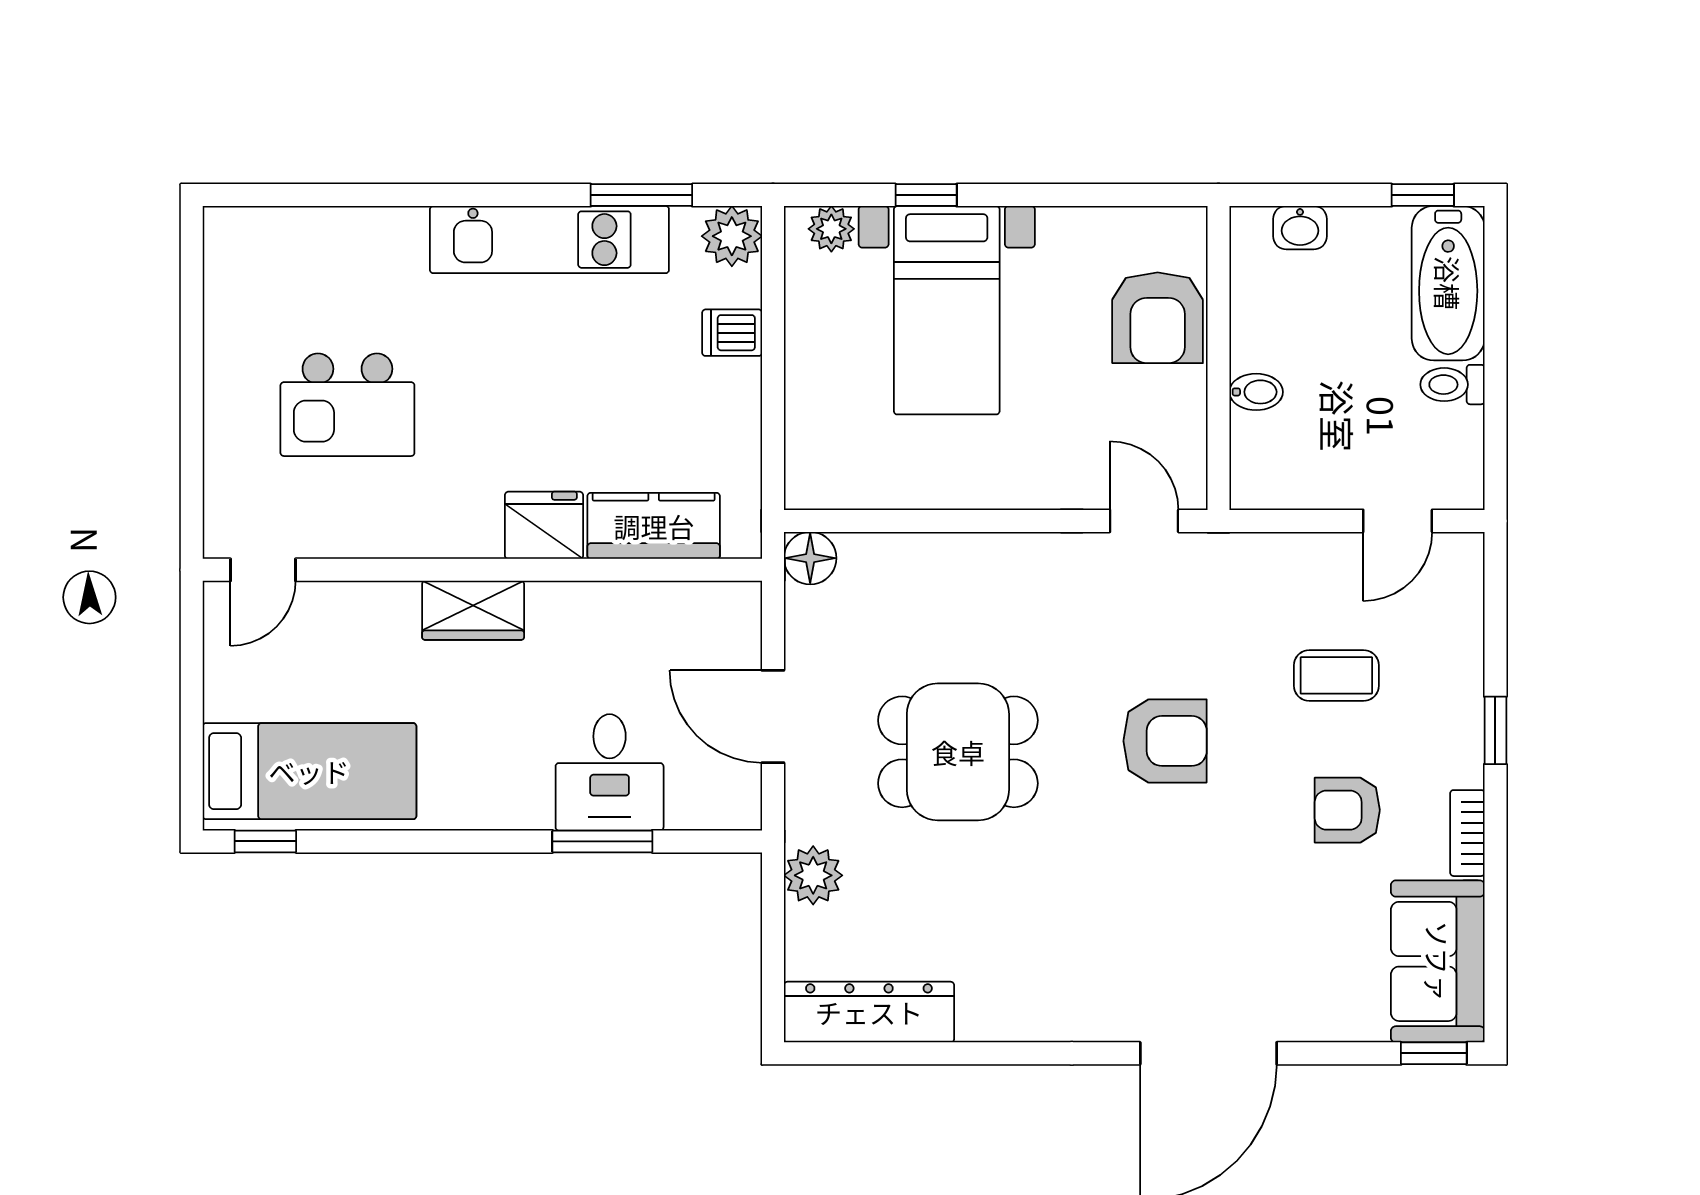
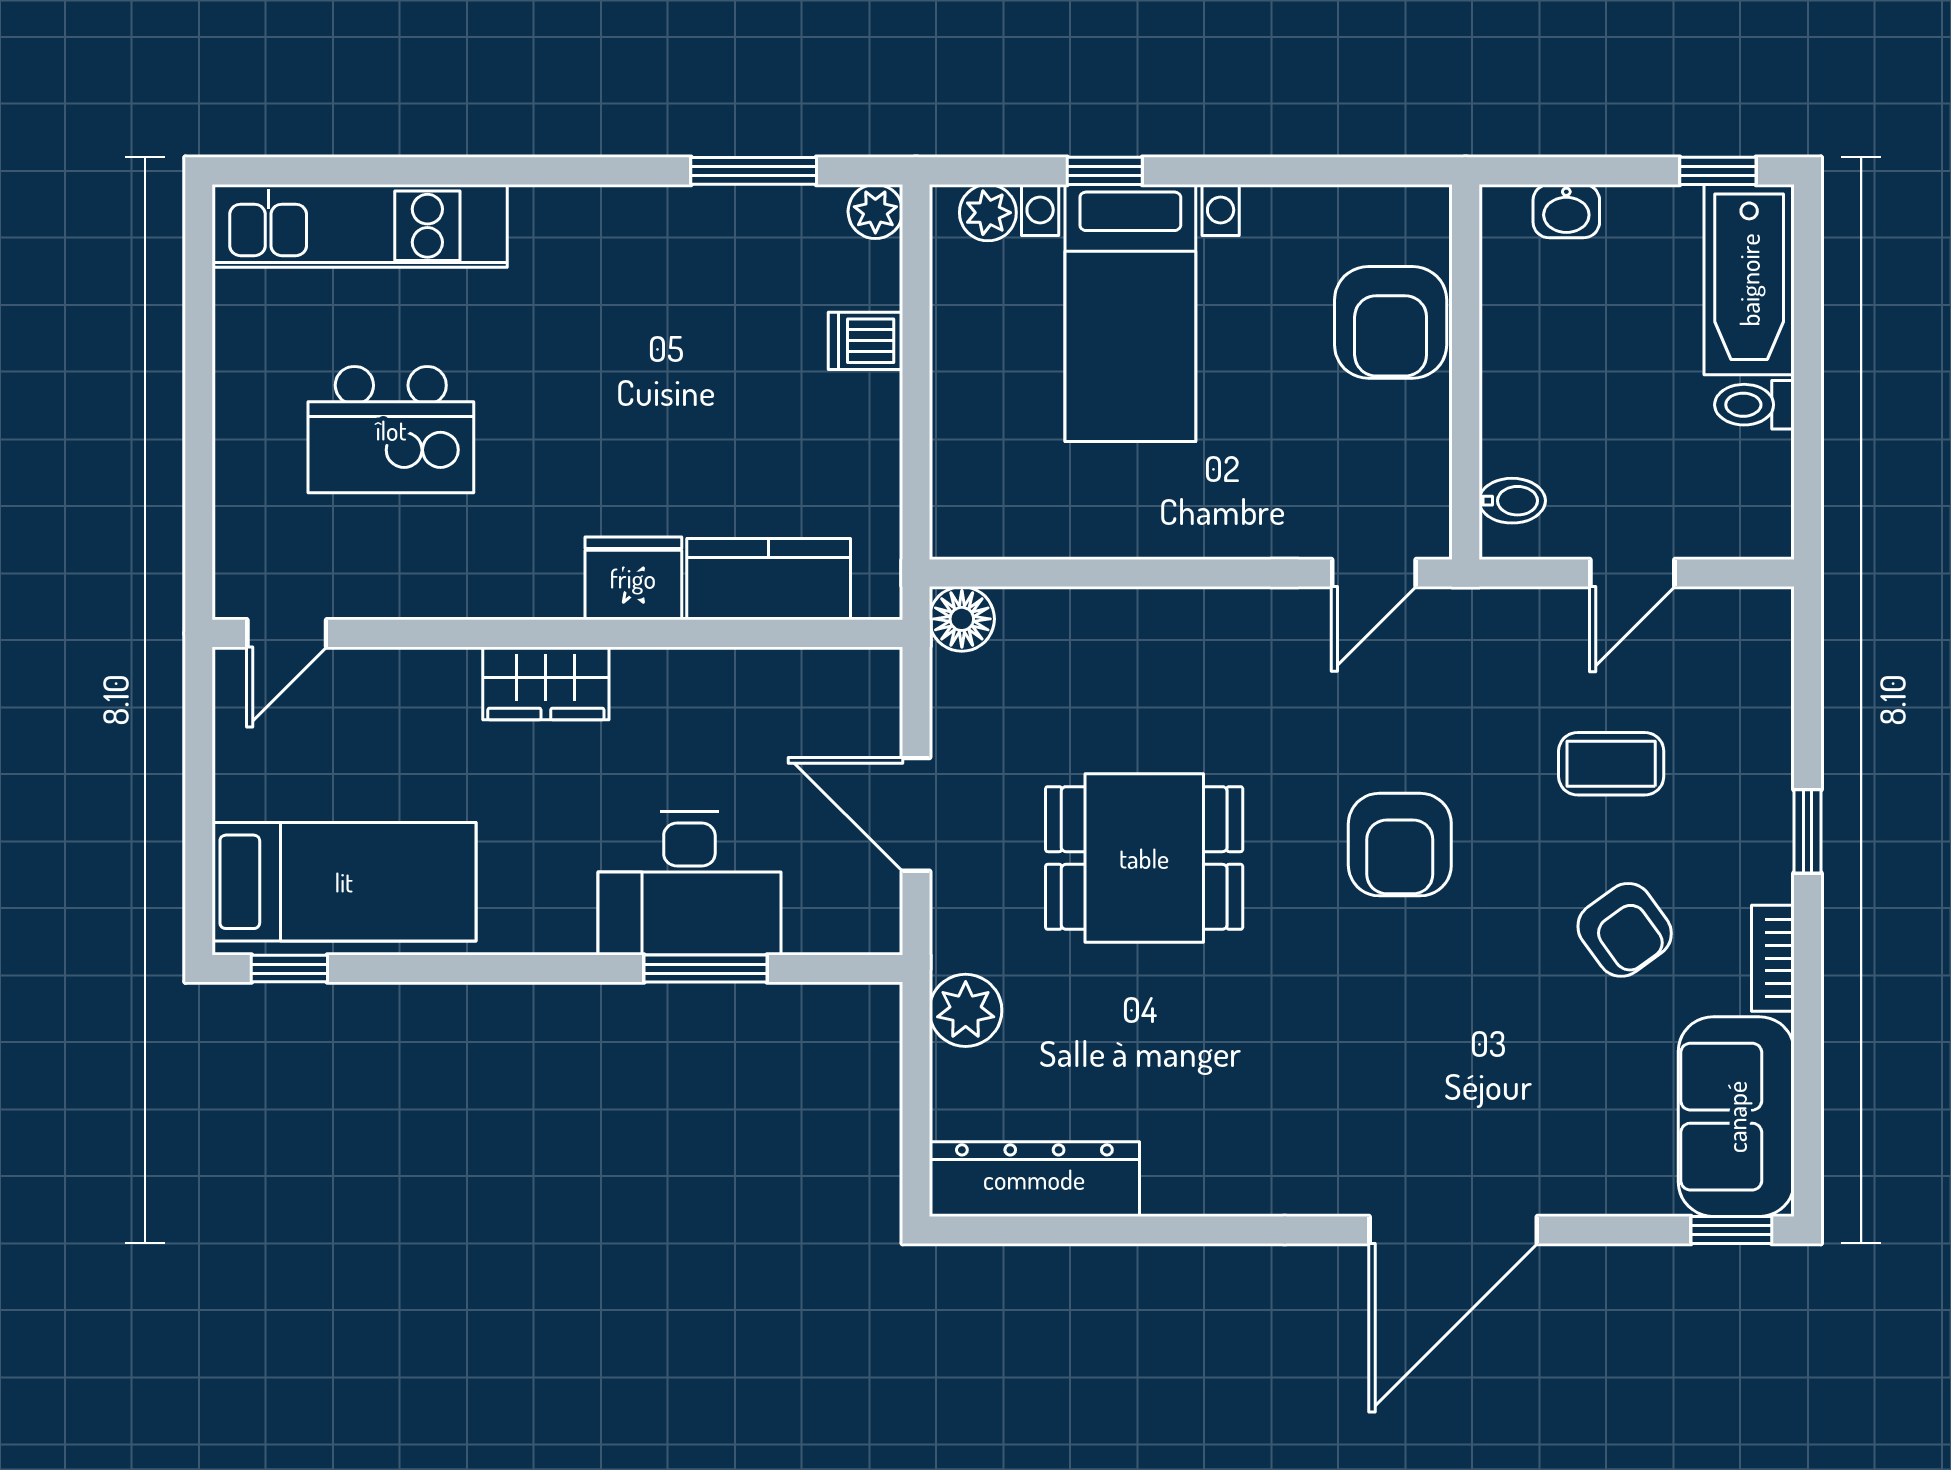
plant: (732, 236) -> (875, 211), width x0.73, depth x0.73
kitchen unit: (549, 240) -> (360, 226), moved
bidet: (1256, 392) -> (1512, 501), moved
door: (1144, 521) -> (1374, 573), swing flipped
door: (1398, 521) -> (1632, 573), moved
armchair: (1165, 741) -> (1400, 845), turned 90
desk: (610, 772) -> (689, 883), width x1.37
armchair: (1347, 810) -> (1625, 930), turned -126

